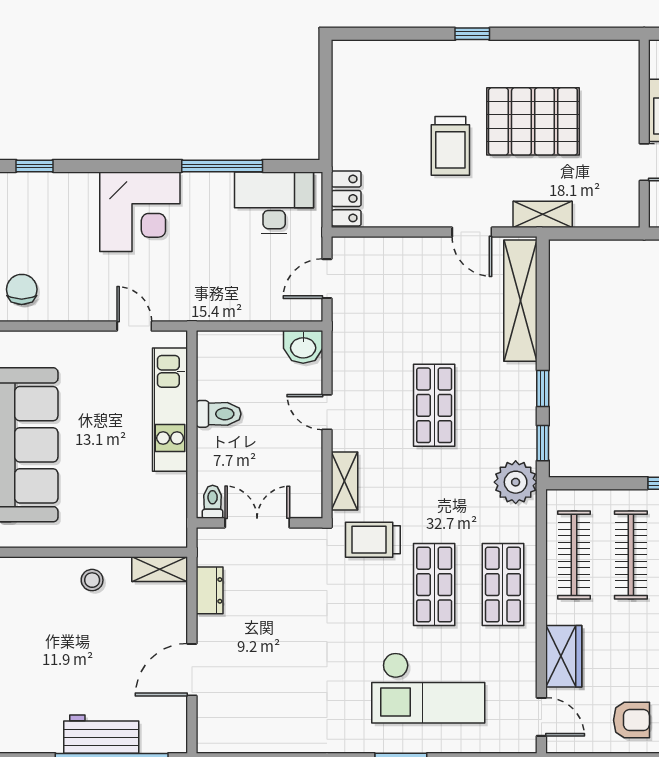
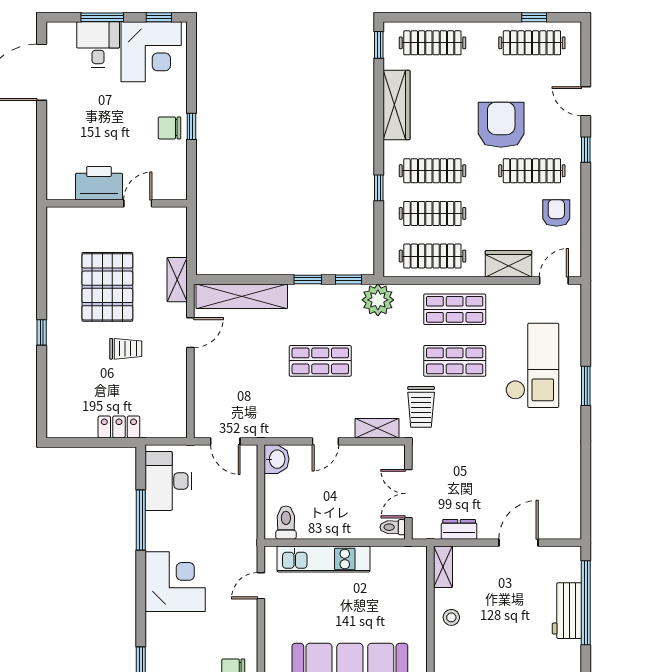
trolley: (450, 146) -> (126, 349), width x0.73, depth x0.72
locker: (346, 198) -> (119, 427), moved
toilet: (219, 414) -> (286, 523), moved
door: (192, 670) -> (519, 543), swing flipped

